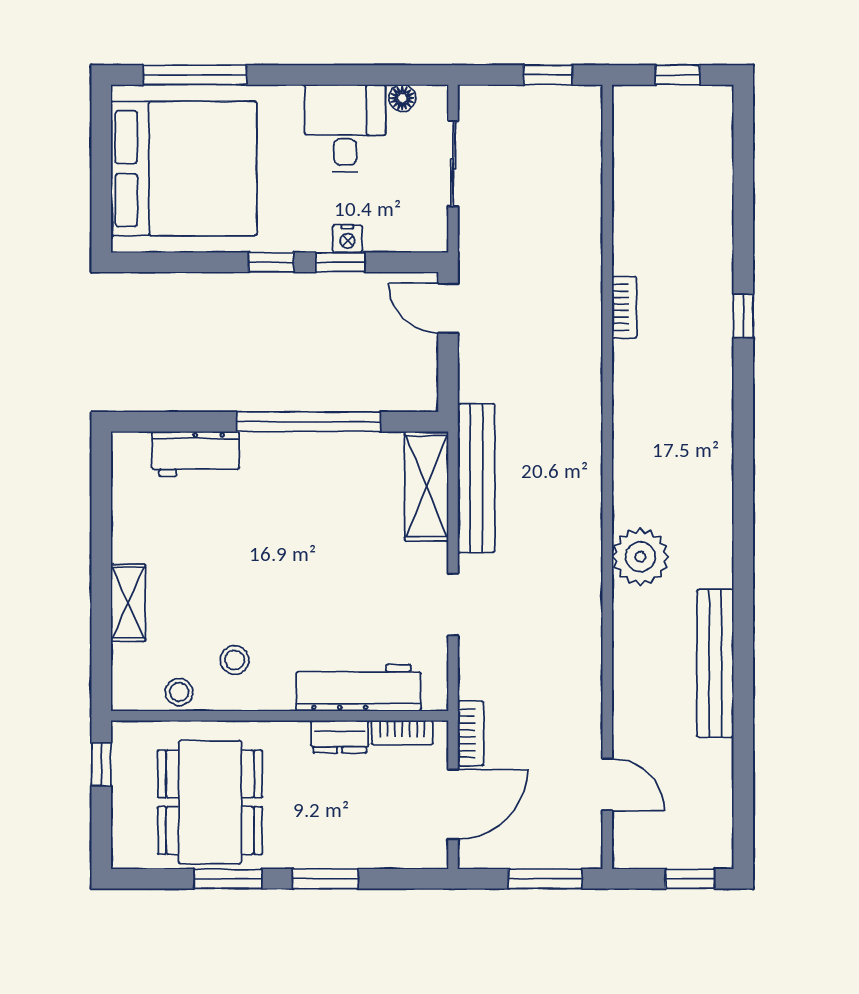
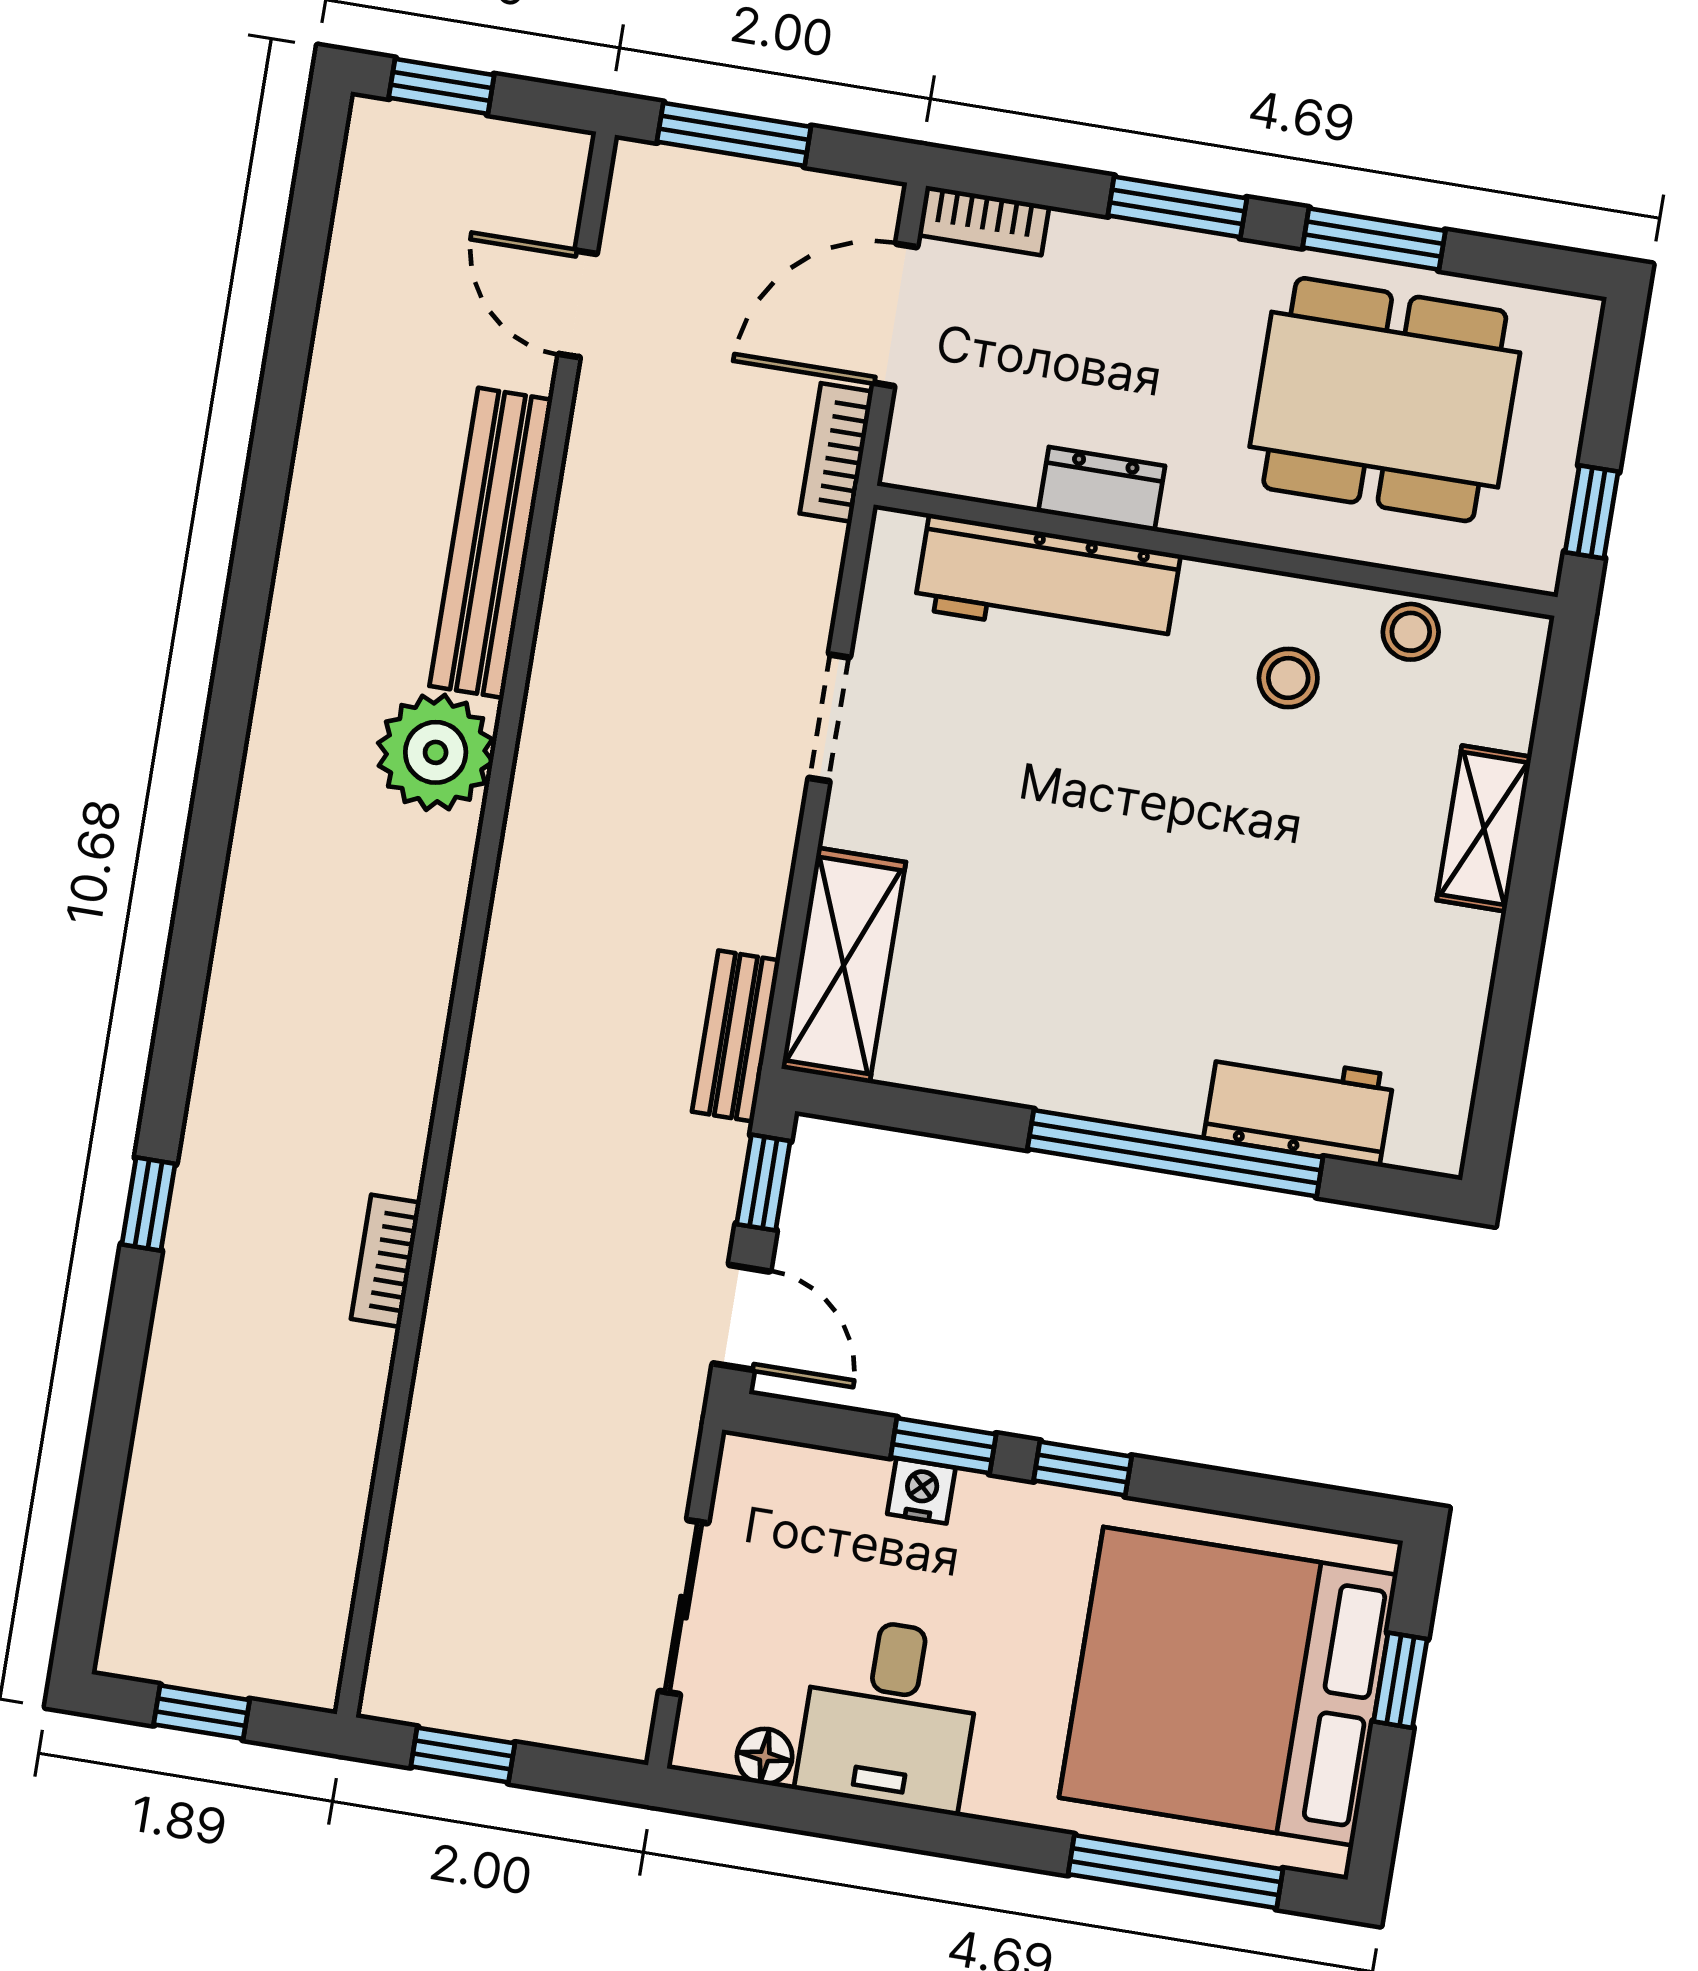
window: (101, 185) -> (1400, 1680), added
window: (448, 375) -> (763, 1183), added
window: (309, 422) -> (1175, 1153), moved
bench: (476, 478) -> (736, 1036), width x0.54, depth x0.82
bench: (715, 663) -> (491, 543), moved
bookcase: (402, 733) -> (984, 220), moved, turned 180
dining table: (210, 802) -> (1385, 400), turned 90

